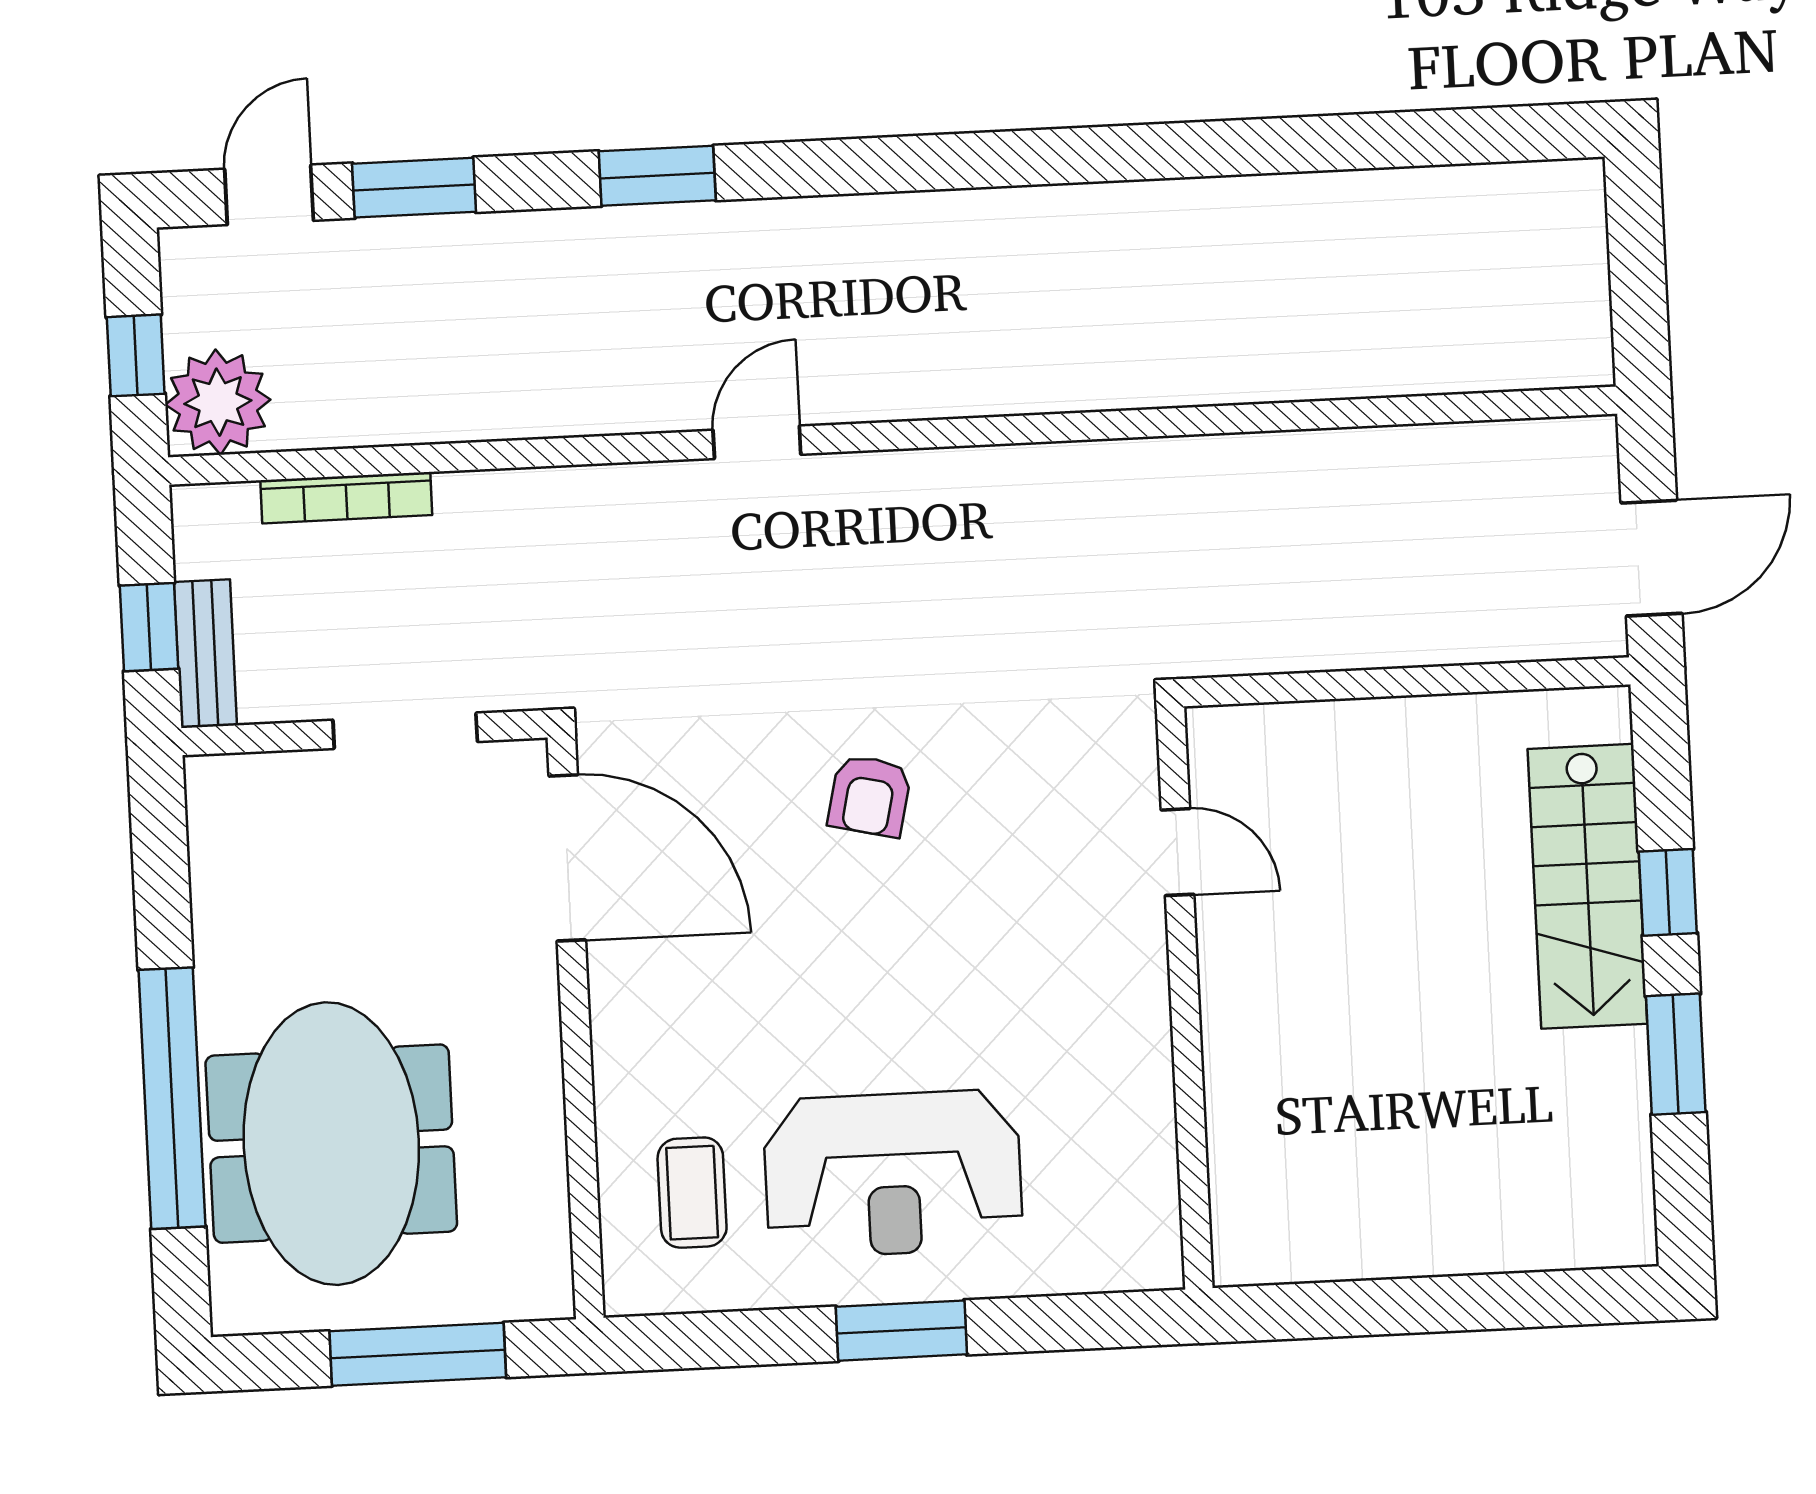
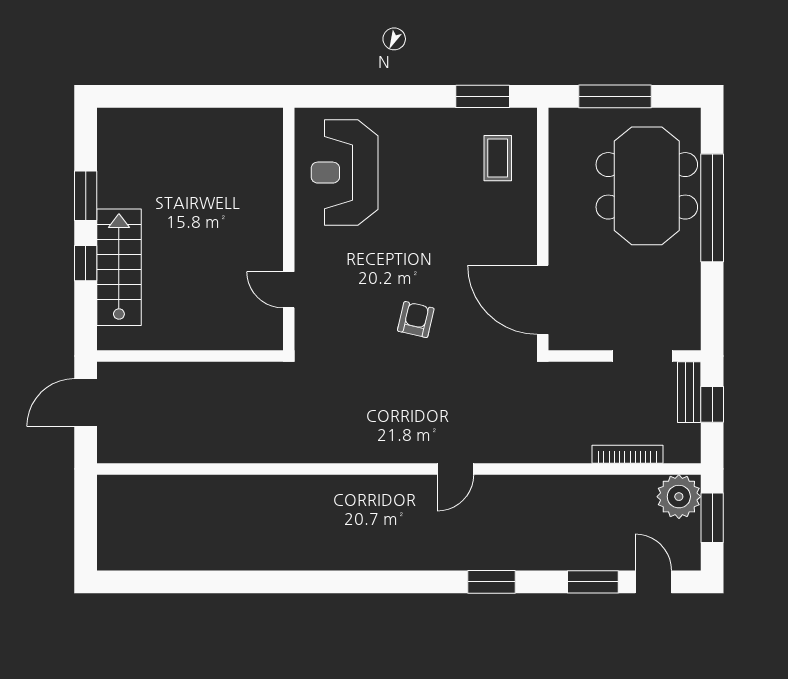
door: (269, 195) -> (653, 582), swing flipped
window: (136, 355) -> (712, 518), width x1.50
doorway: (405, 731) -> (643, 356), moved
reception desk: (893, 1174) -> (345, 173), moved, turned -90
window: (901, 1331) -> (483, 96), moved

